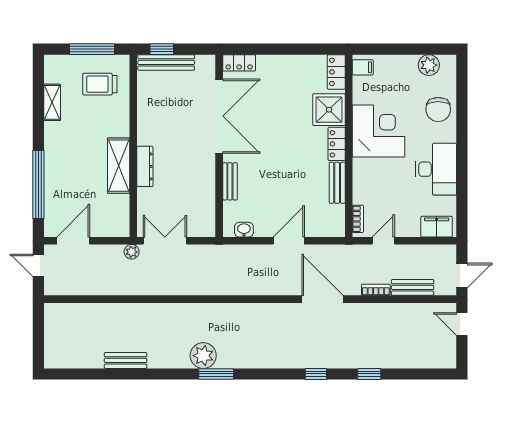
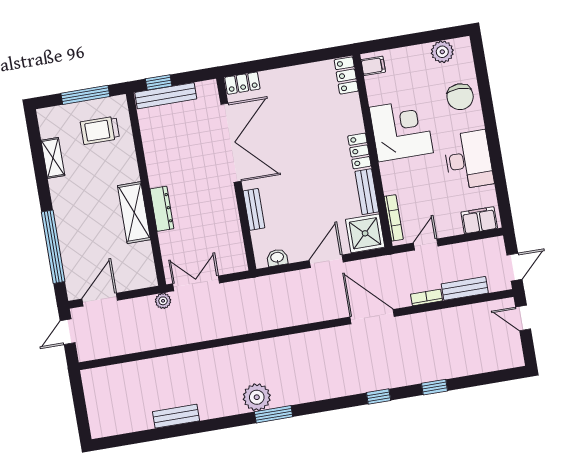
shower: (329, 110) -> (365, 233), moved
bookcase: (358, 219) -> (394, 218), width x1.56
door: (38, 265) -> (68, 332), hinge flipped

